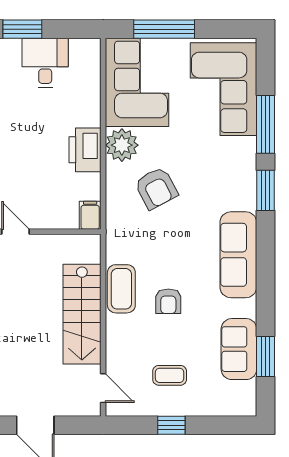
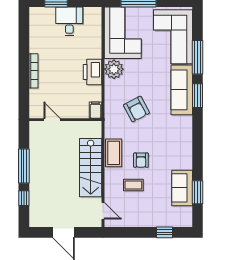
armchair: (156, 188) -> (136, 109), moved
sofa: (238, 255) -> (182, 90), moved
coffee table: (170, 375) -> (133, 185), moved
window: (171, 425) -> (165, 232), moved

